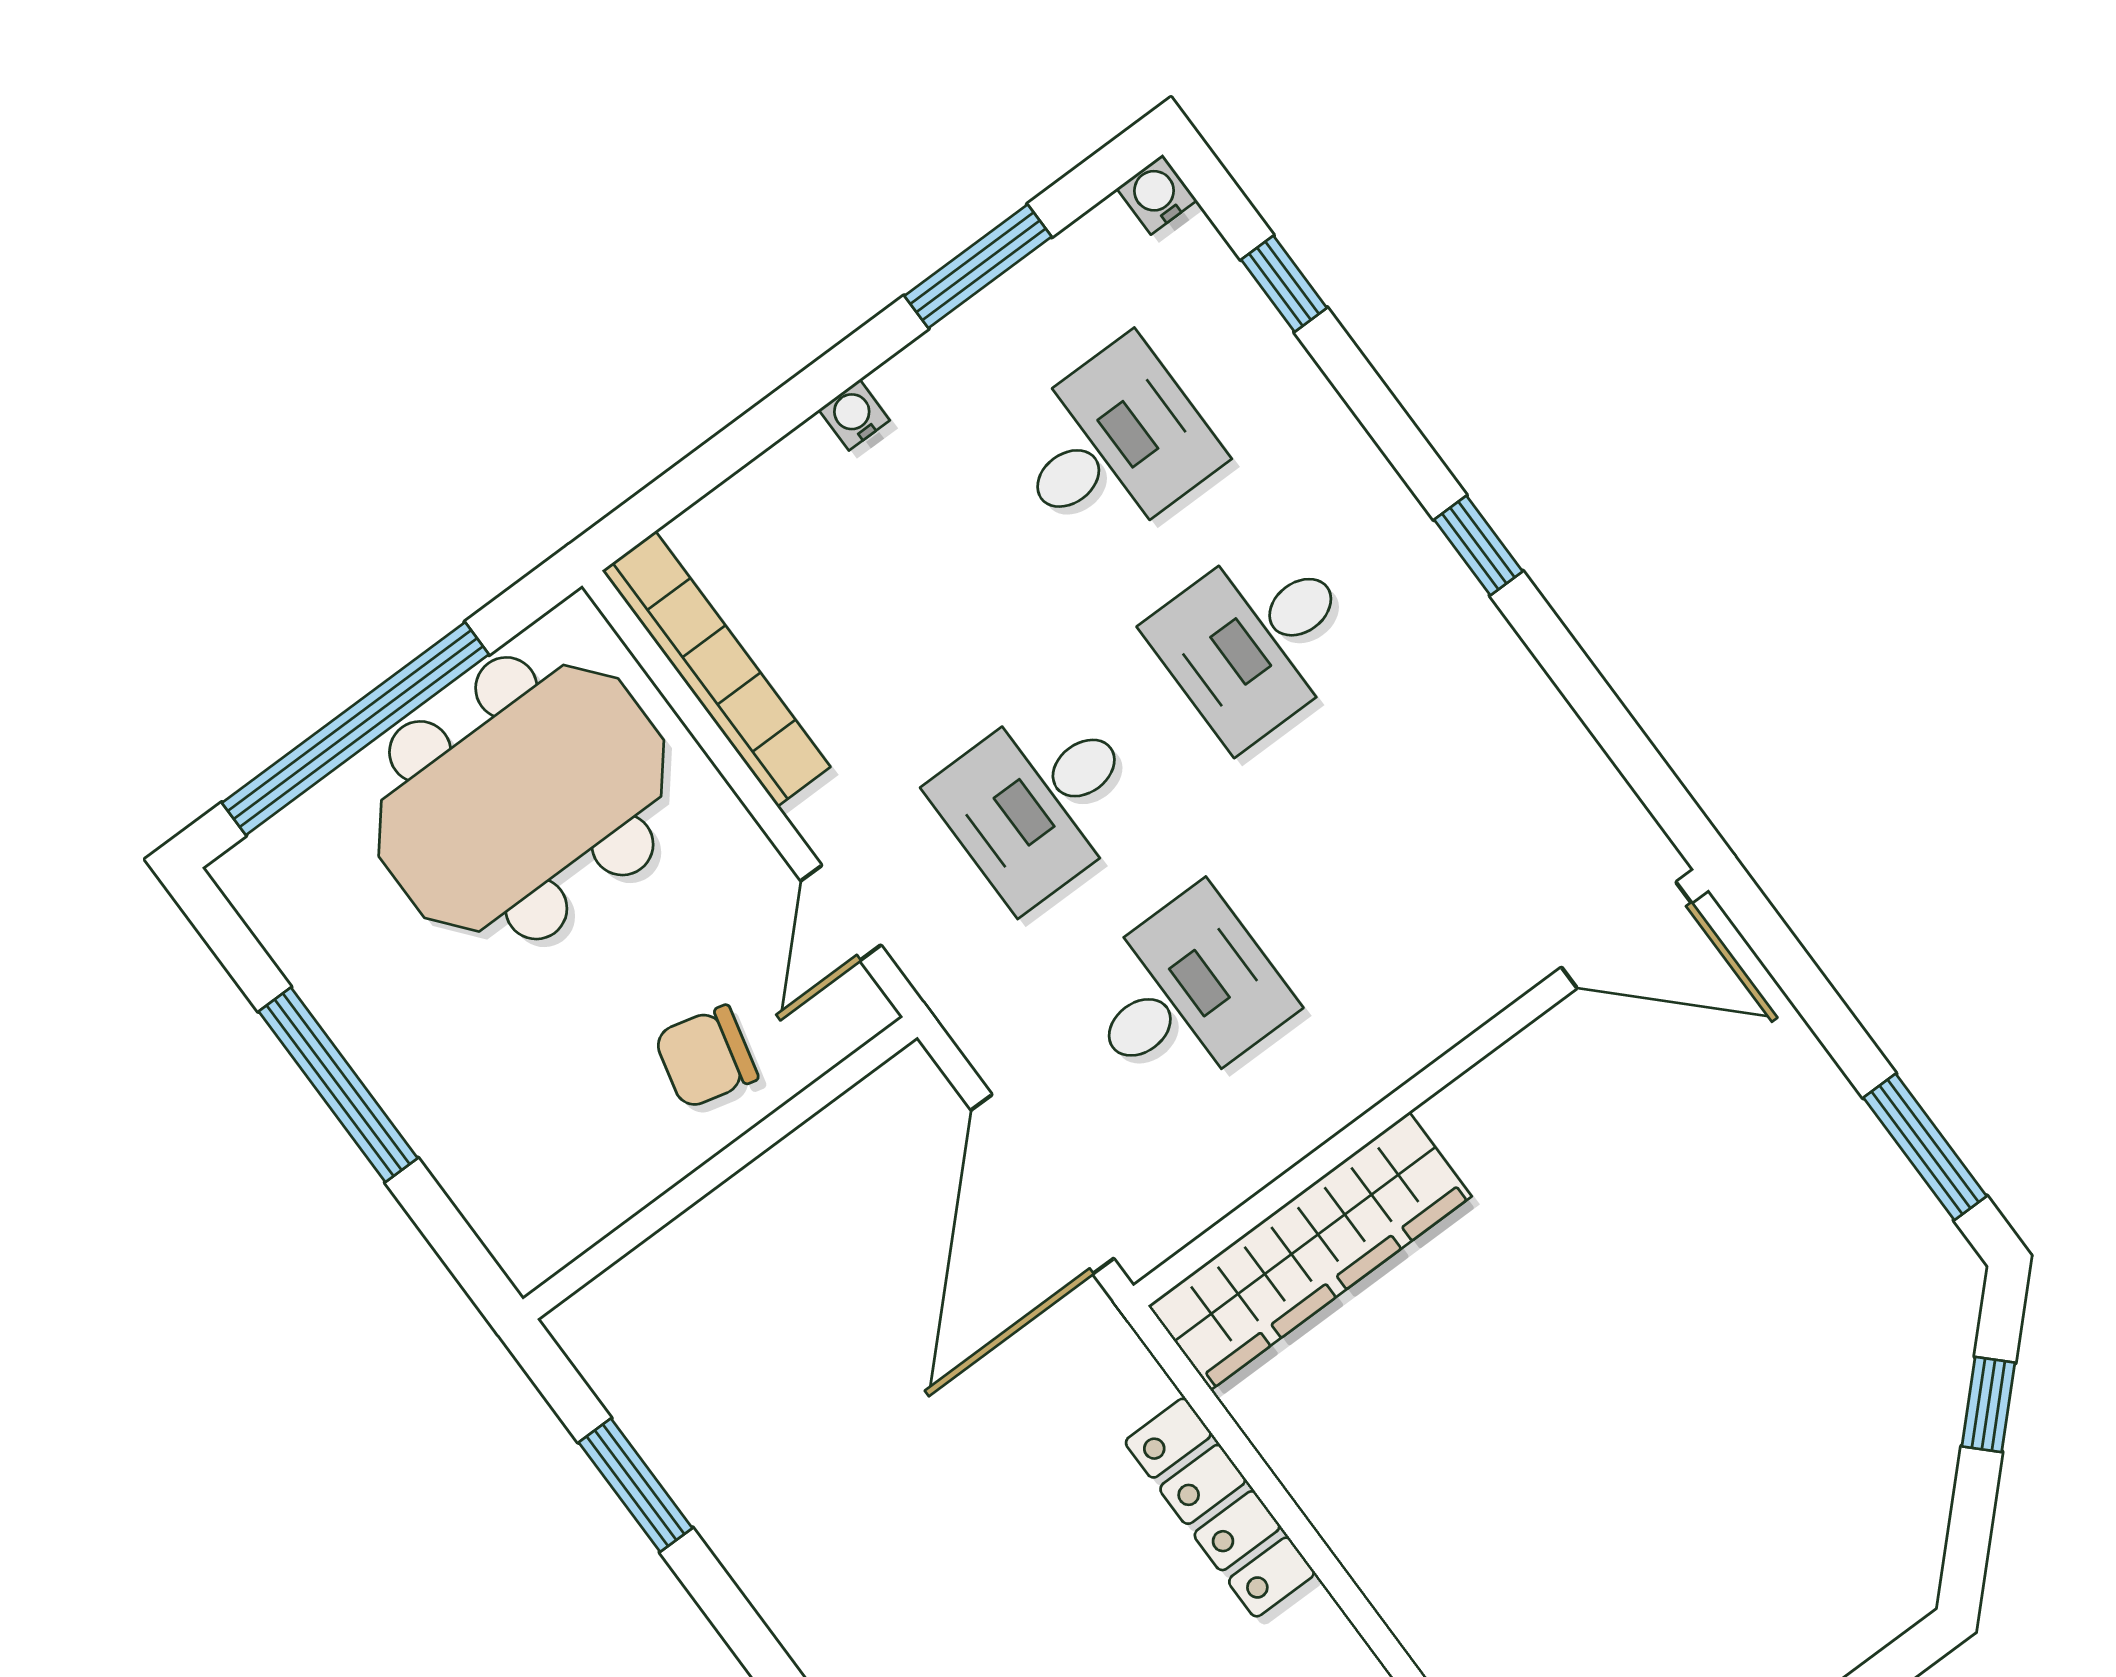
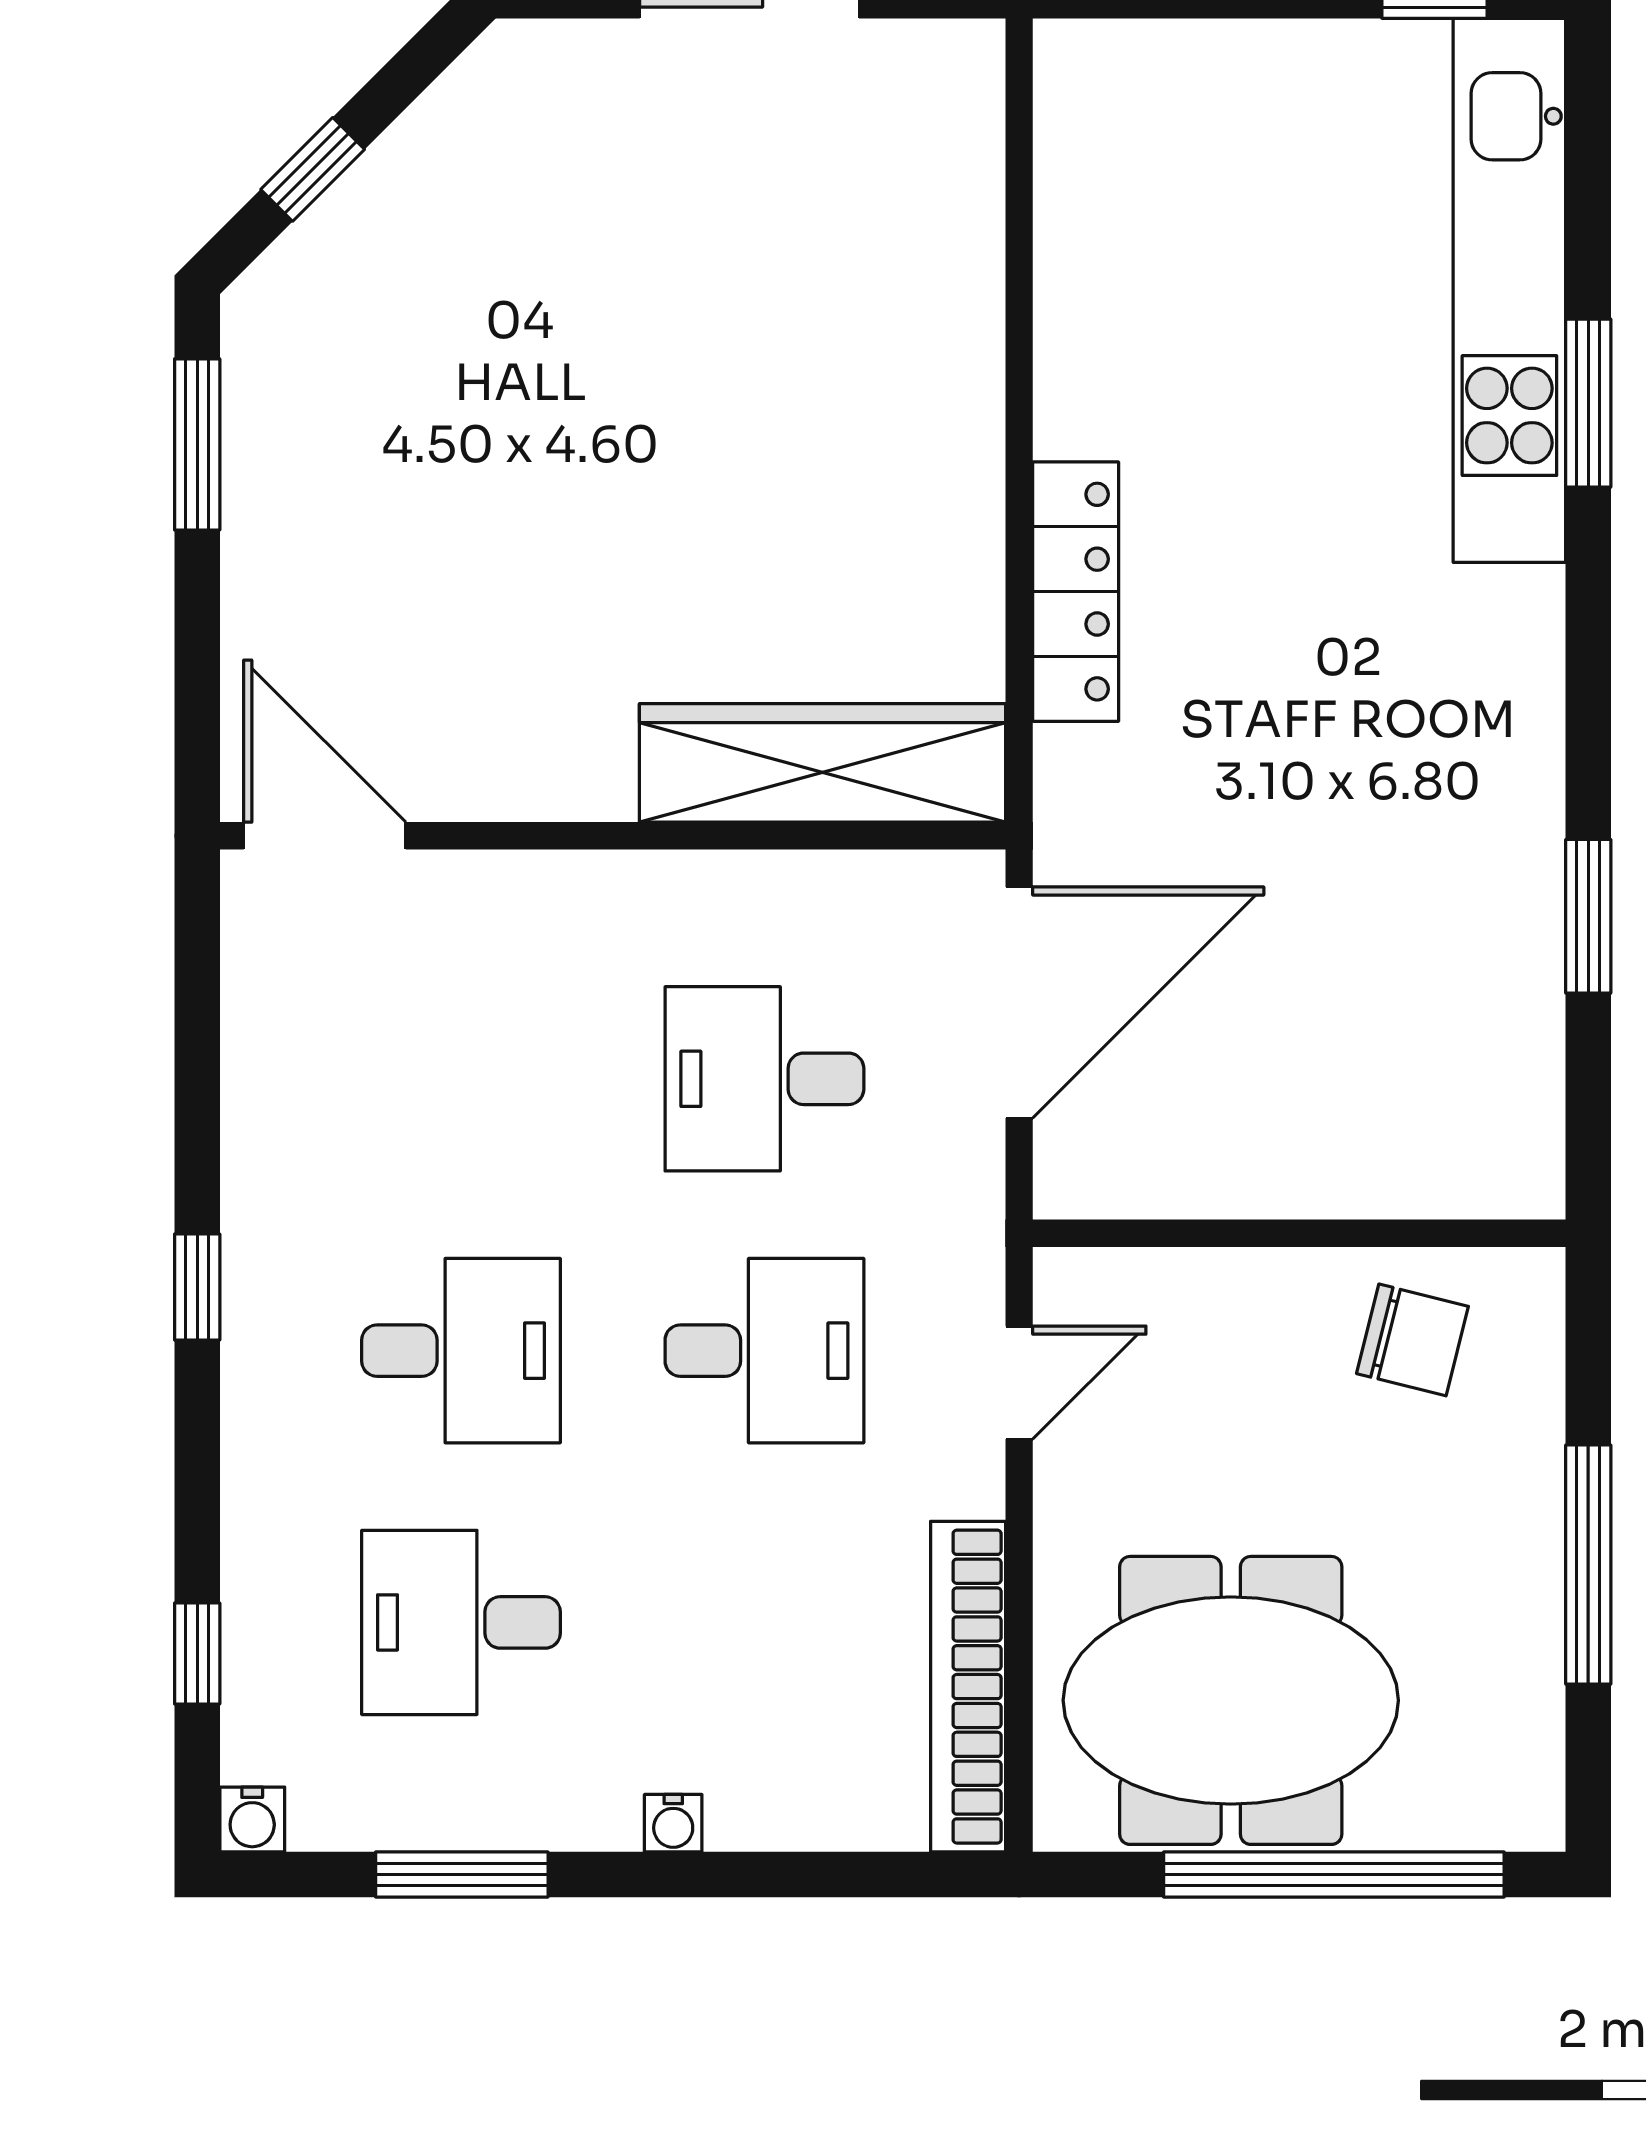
chair: (706, 1057) -> (1412, 1340), moved
window: (636, 1485) -> (1588, 916), moved

